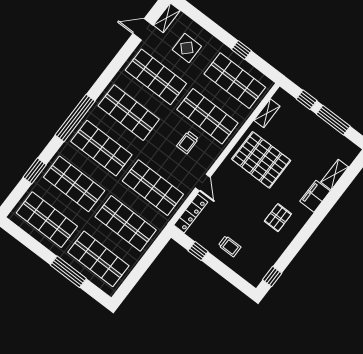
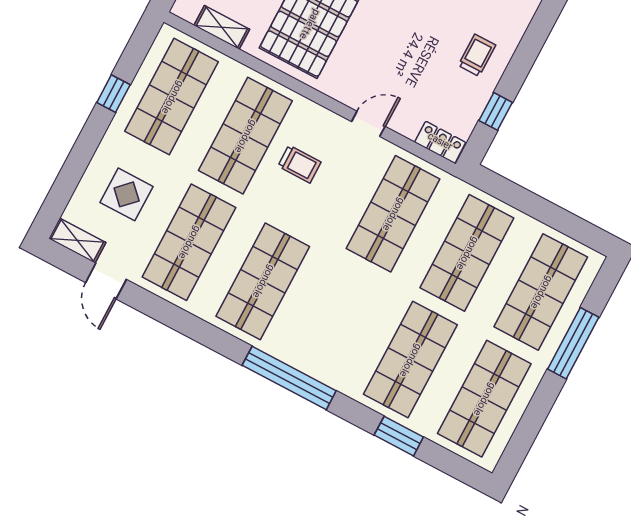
shop shelf: (101, 148) -> (337, 320), removed
locker: (191, 214) -> (440, 142), width x0.66

